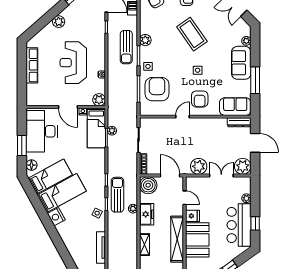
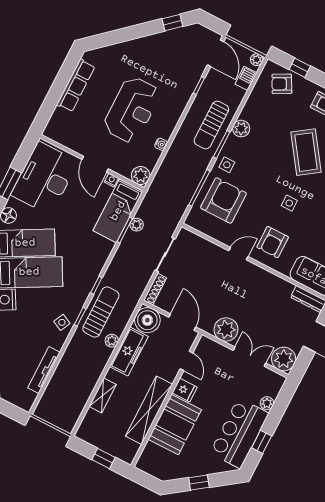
plant: (59, 22) -> (140, 46), removed
reception desk: (73, 63) -> (132, 110), turned 180
freezer: (147, 214) -> (129, 351), width x1.40

